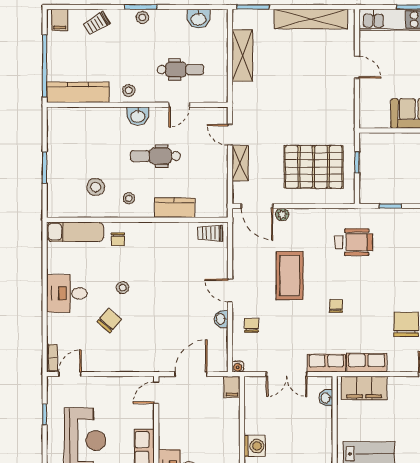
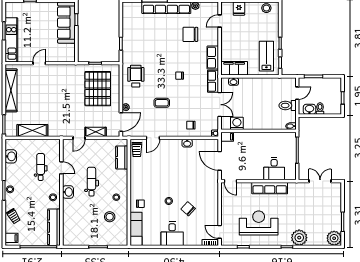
dental chair: (155, 156) -> (91, 182), turned 180
kitchen counter: (175, 208) -> (122, 157), moved
wheelchair: (354, 242) -> (136, 76), moved
coffee table: (290, 276) -> (162, 103), width x0.54, depth x0.58
door: (230, 291) -> (153, 138), moved
filing cabinet: (364, 388) -> (234, 68), moved, turned -90
washing machine: (255, 446) -> (237, 123), moved

